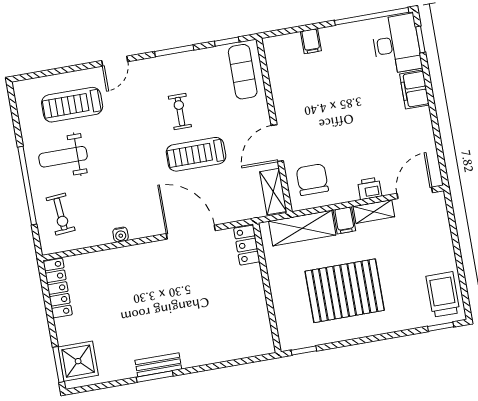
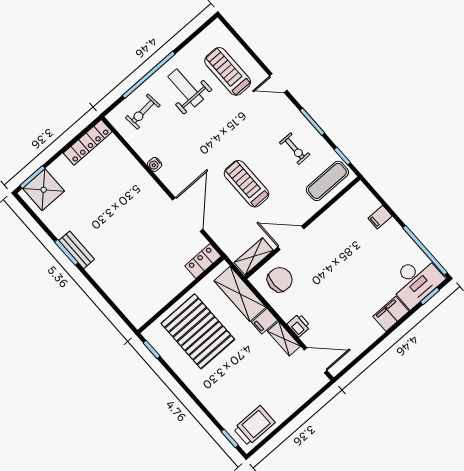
exercise bike: (180, 111) -> (295, 149), moved, turned 90
pallet: (345, 291) -> (198, 331), moved

